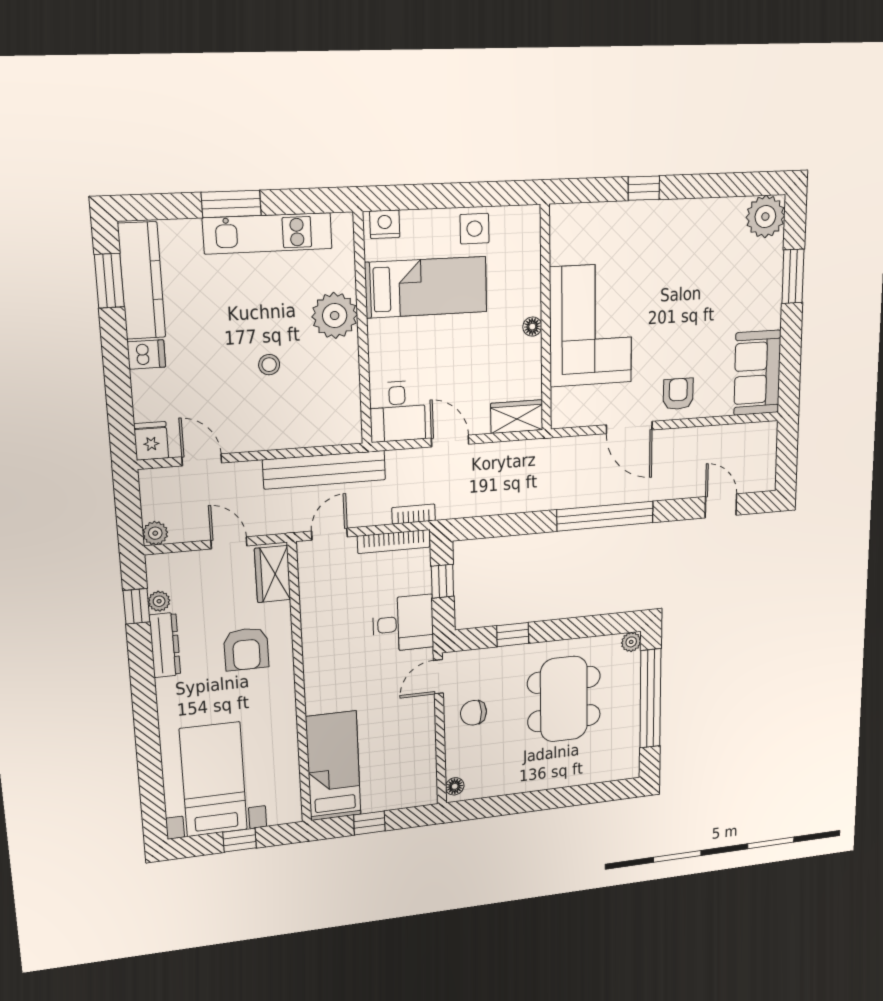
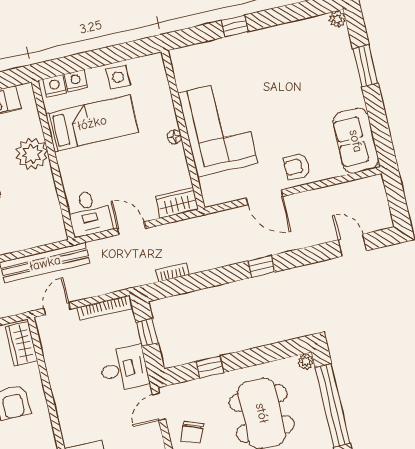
plant: (765, 217) -> (338, 19), width x0.53, depth x0.53
nightstand: (416, 222) -> (76, 81), added
armchair: (678, 394) -> (297, 166), turned -90
bookcase: (414, 514) -> (172, 272), moved
window: (605, 516) -> (262, 266), width x0.32
chair: (473, 713) -> (192, 432), turned -68

